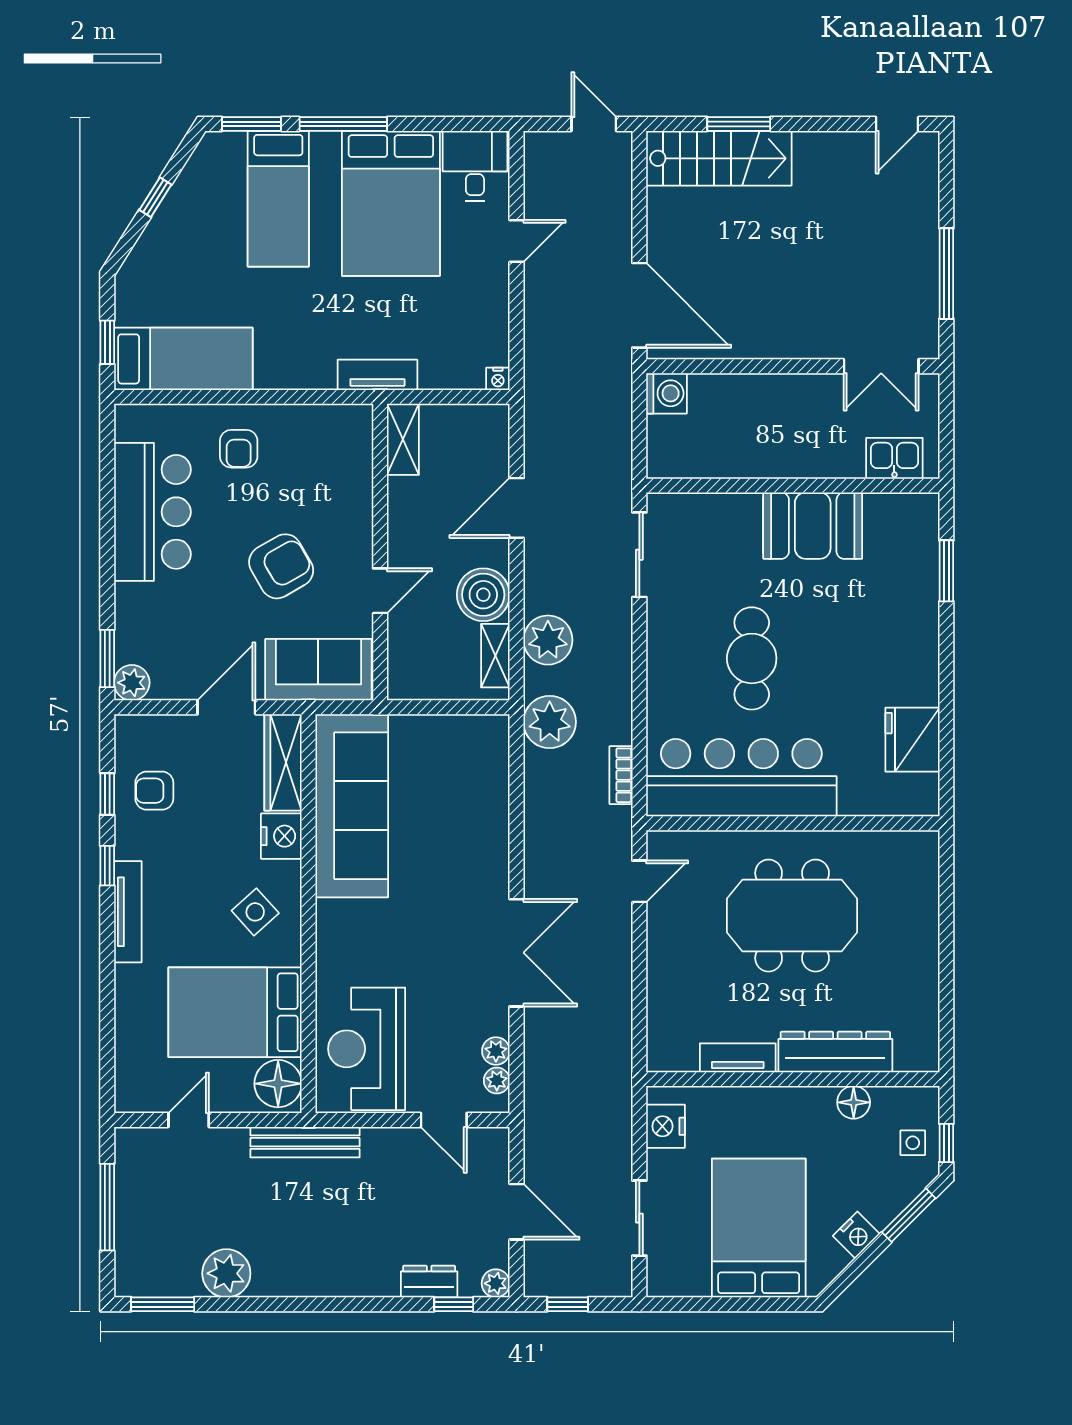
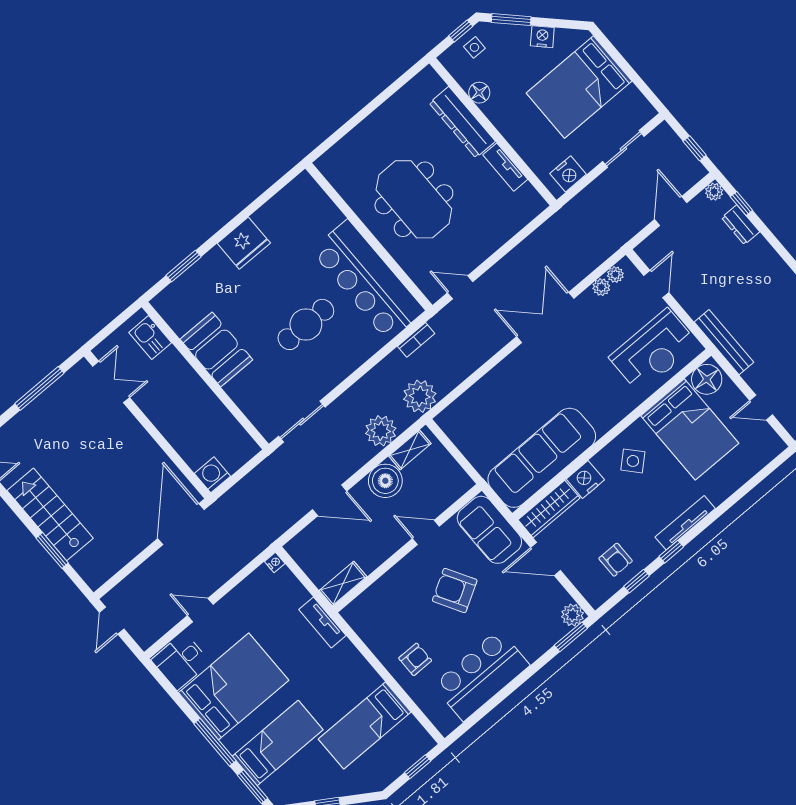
stairs: (719, 158) -> (50, 514), moved
bed: (183, 359) -> (365, 726), moved, turned -90
fridge: (912, 740) -> (244, 243), moved

